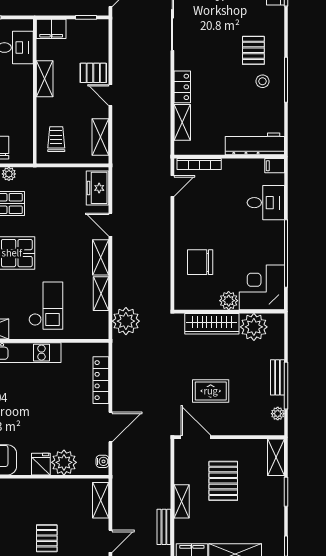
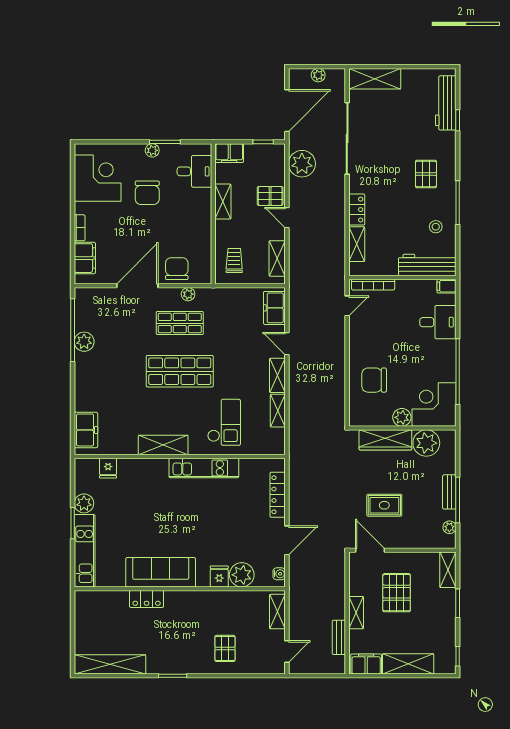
stool: (263, 81) -> (436, 227), moved
plant: (126, 321) -> (302, 164), moved

